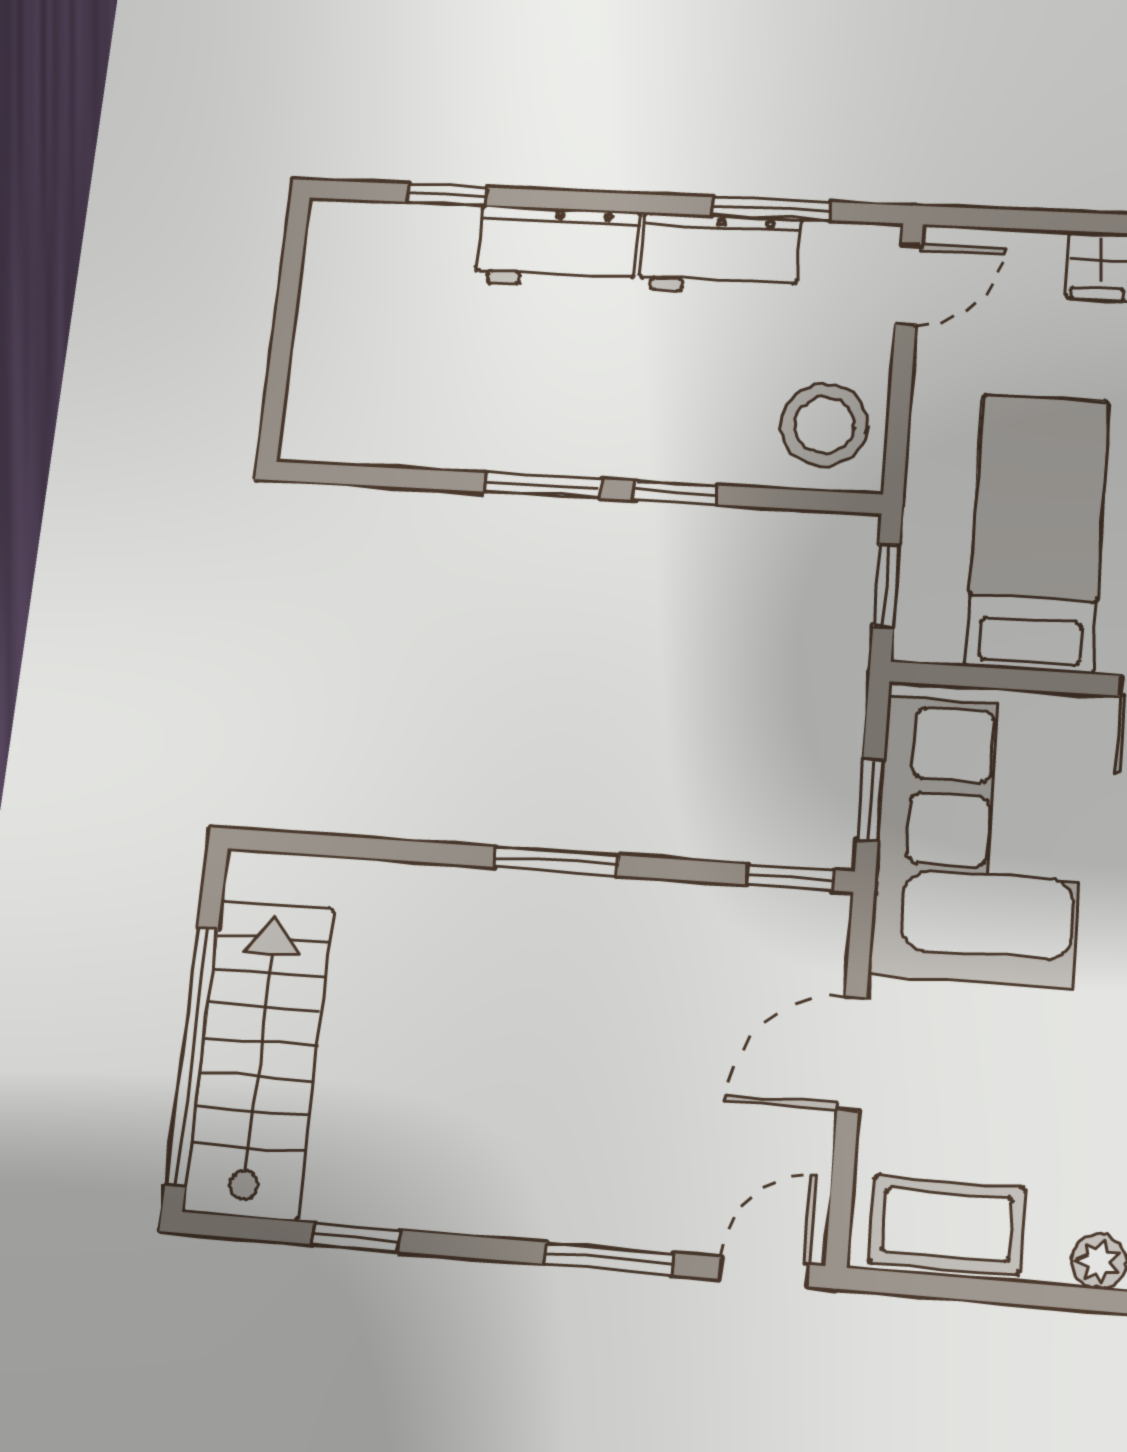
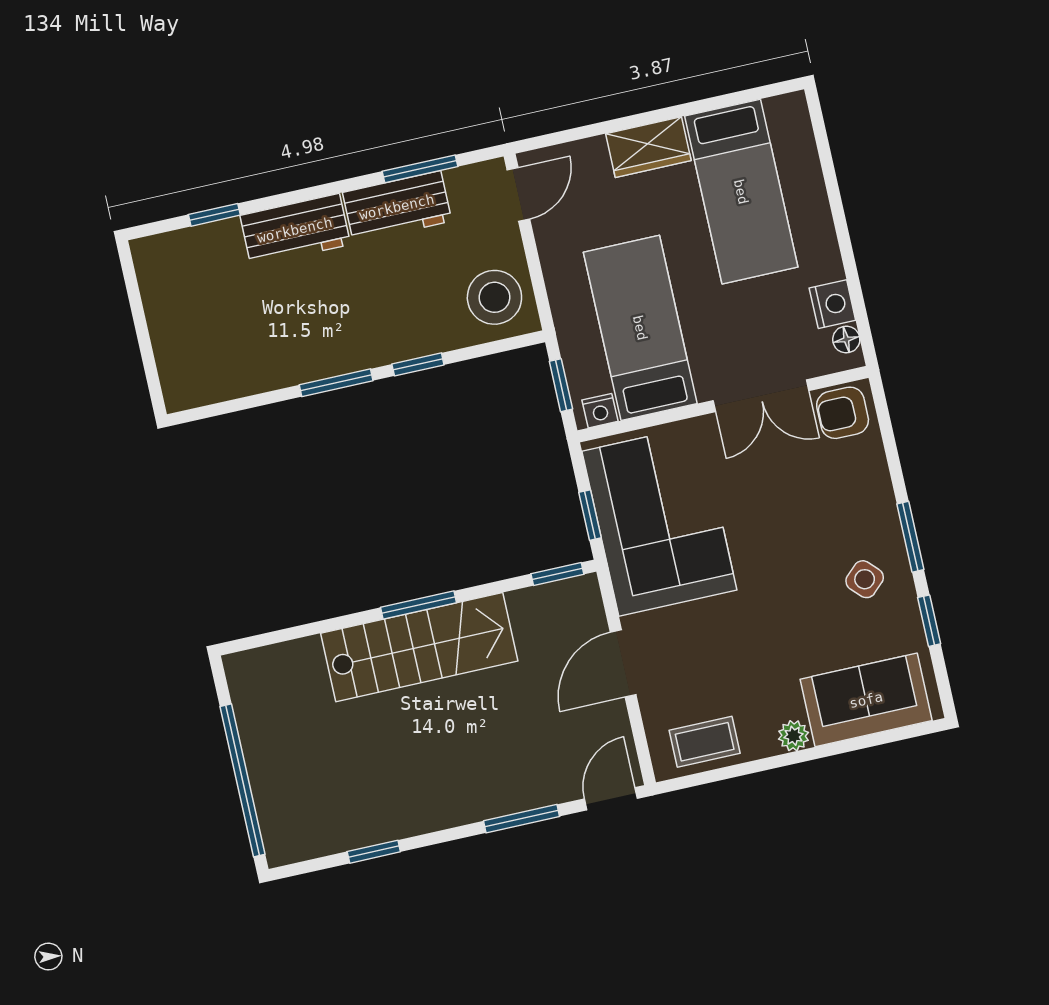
nightstand: (936, 642) -> (600, 411), added
stairs: (259, 1059) -> (419, 647), moved, turned 90
coffee table: (947, 1225) -> (705, 742), width x0.73, depth x0.77

